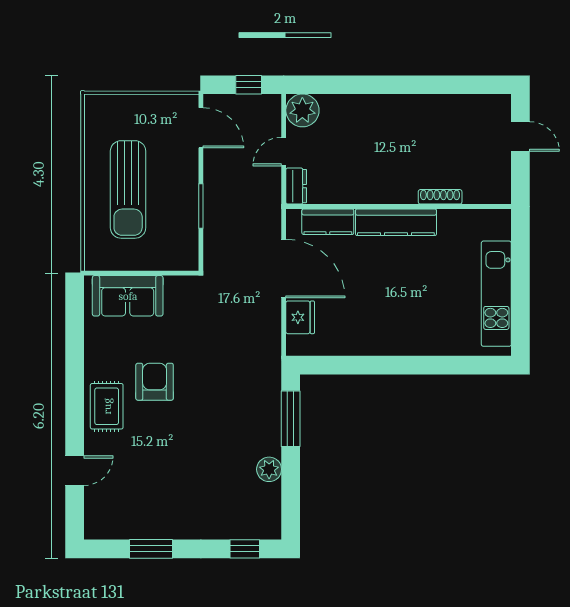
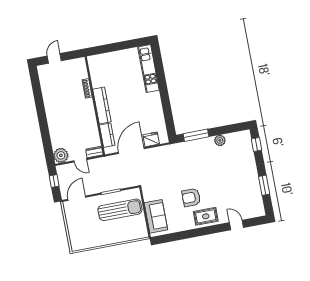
sun lounger: (128, 189) -> (120, 210), moved
kitchen unit: (496, 294) -> (148, 69), moved, turned 90

